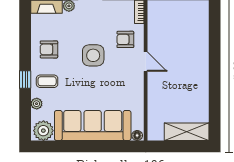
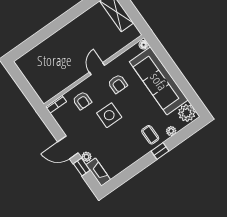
armchair: (49, 49) -> (118, 84), moved
door: (146, 62) -> (97, 69), moved

